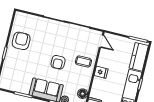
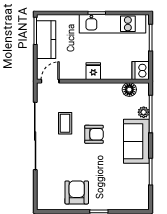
armchair: (21, 41) -> (77, 192), turned 90
kitchen counter: (139, 57) -> (46, 40), moved, turned -90
coffee table: (83, 61) -> (65, 123), moved

